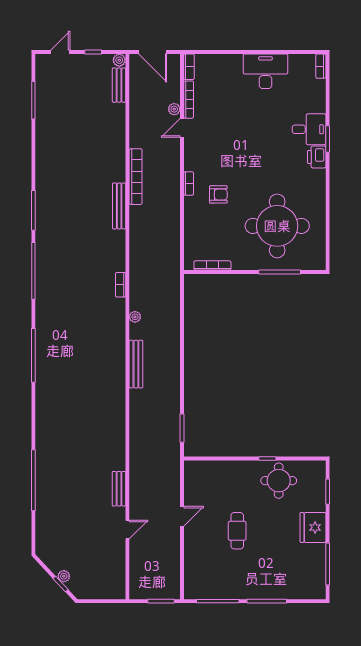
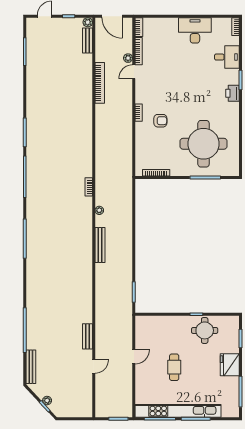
desk: (309, 129) -> (227, 57), moved
bookcase: (136, 177) -> (100, 83), moved
bench: (119, 206) -> (31, 367), moved
kitchen unit: (242, 590) -> (178, 411), added

